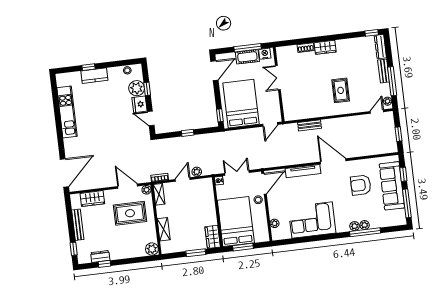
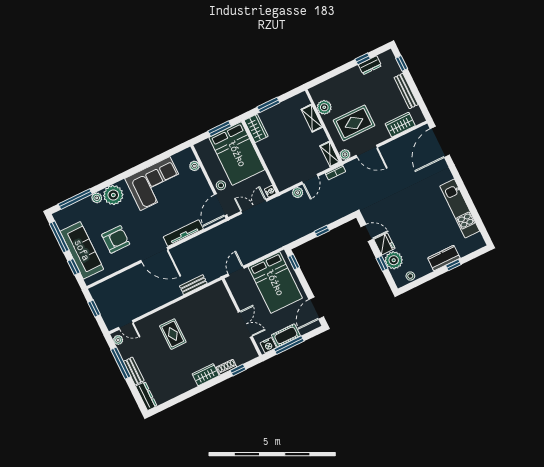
window: (372, 33) -> (238, 370), moved
door: (377, 112) -> (126, 325), hinge flipped
double door: (237, 173) -> (254, 206), swing flipped
plant: (355, 226) -> (113, 195), width x1.87, depth x1.87
window: (365, 232) -> (75, 199), moved
plant: (152, 249) -> (324, 107), moved

